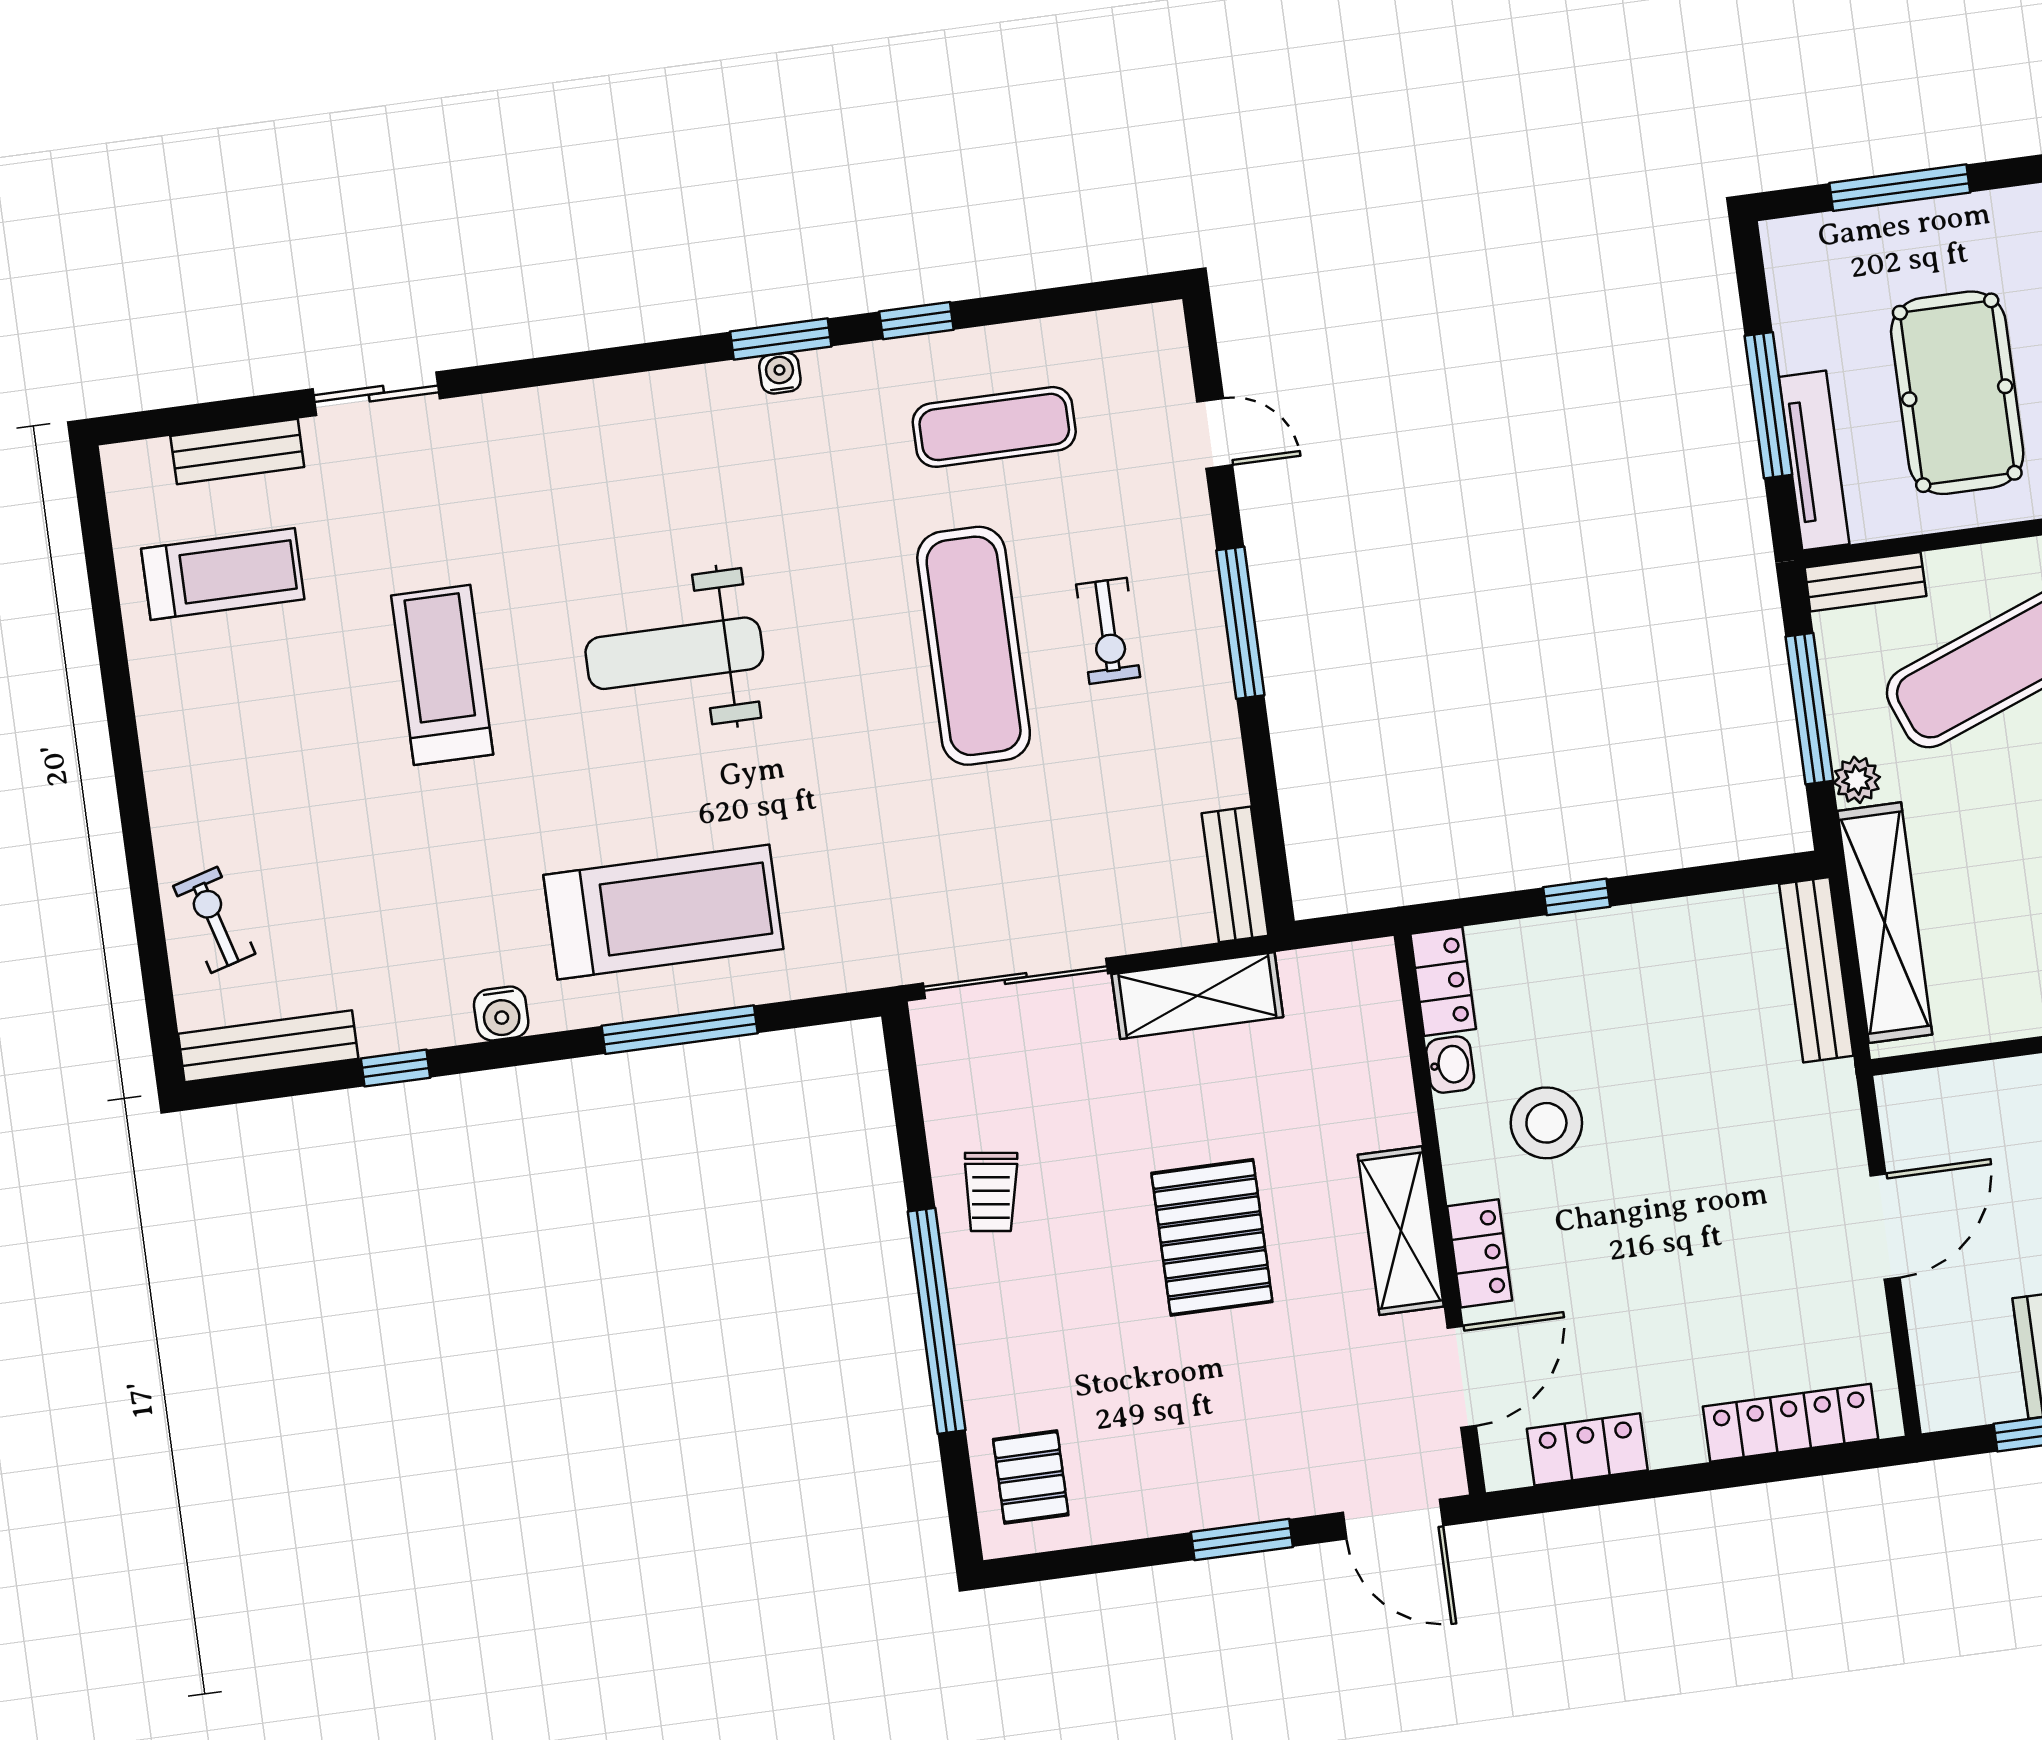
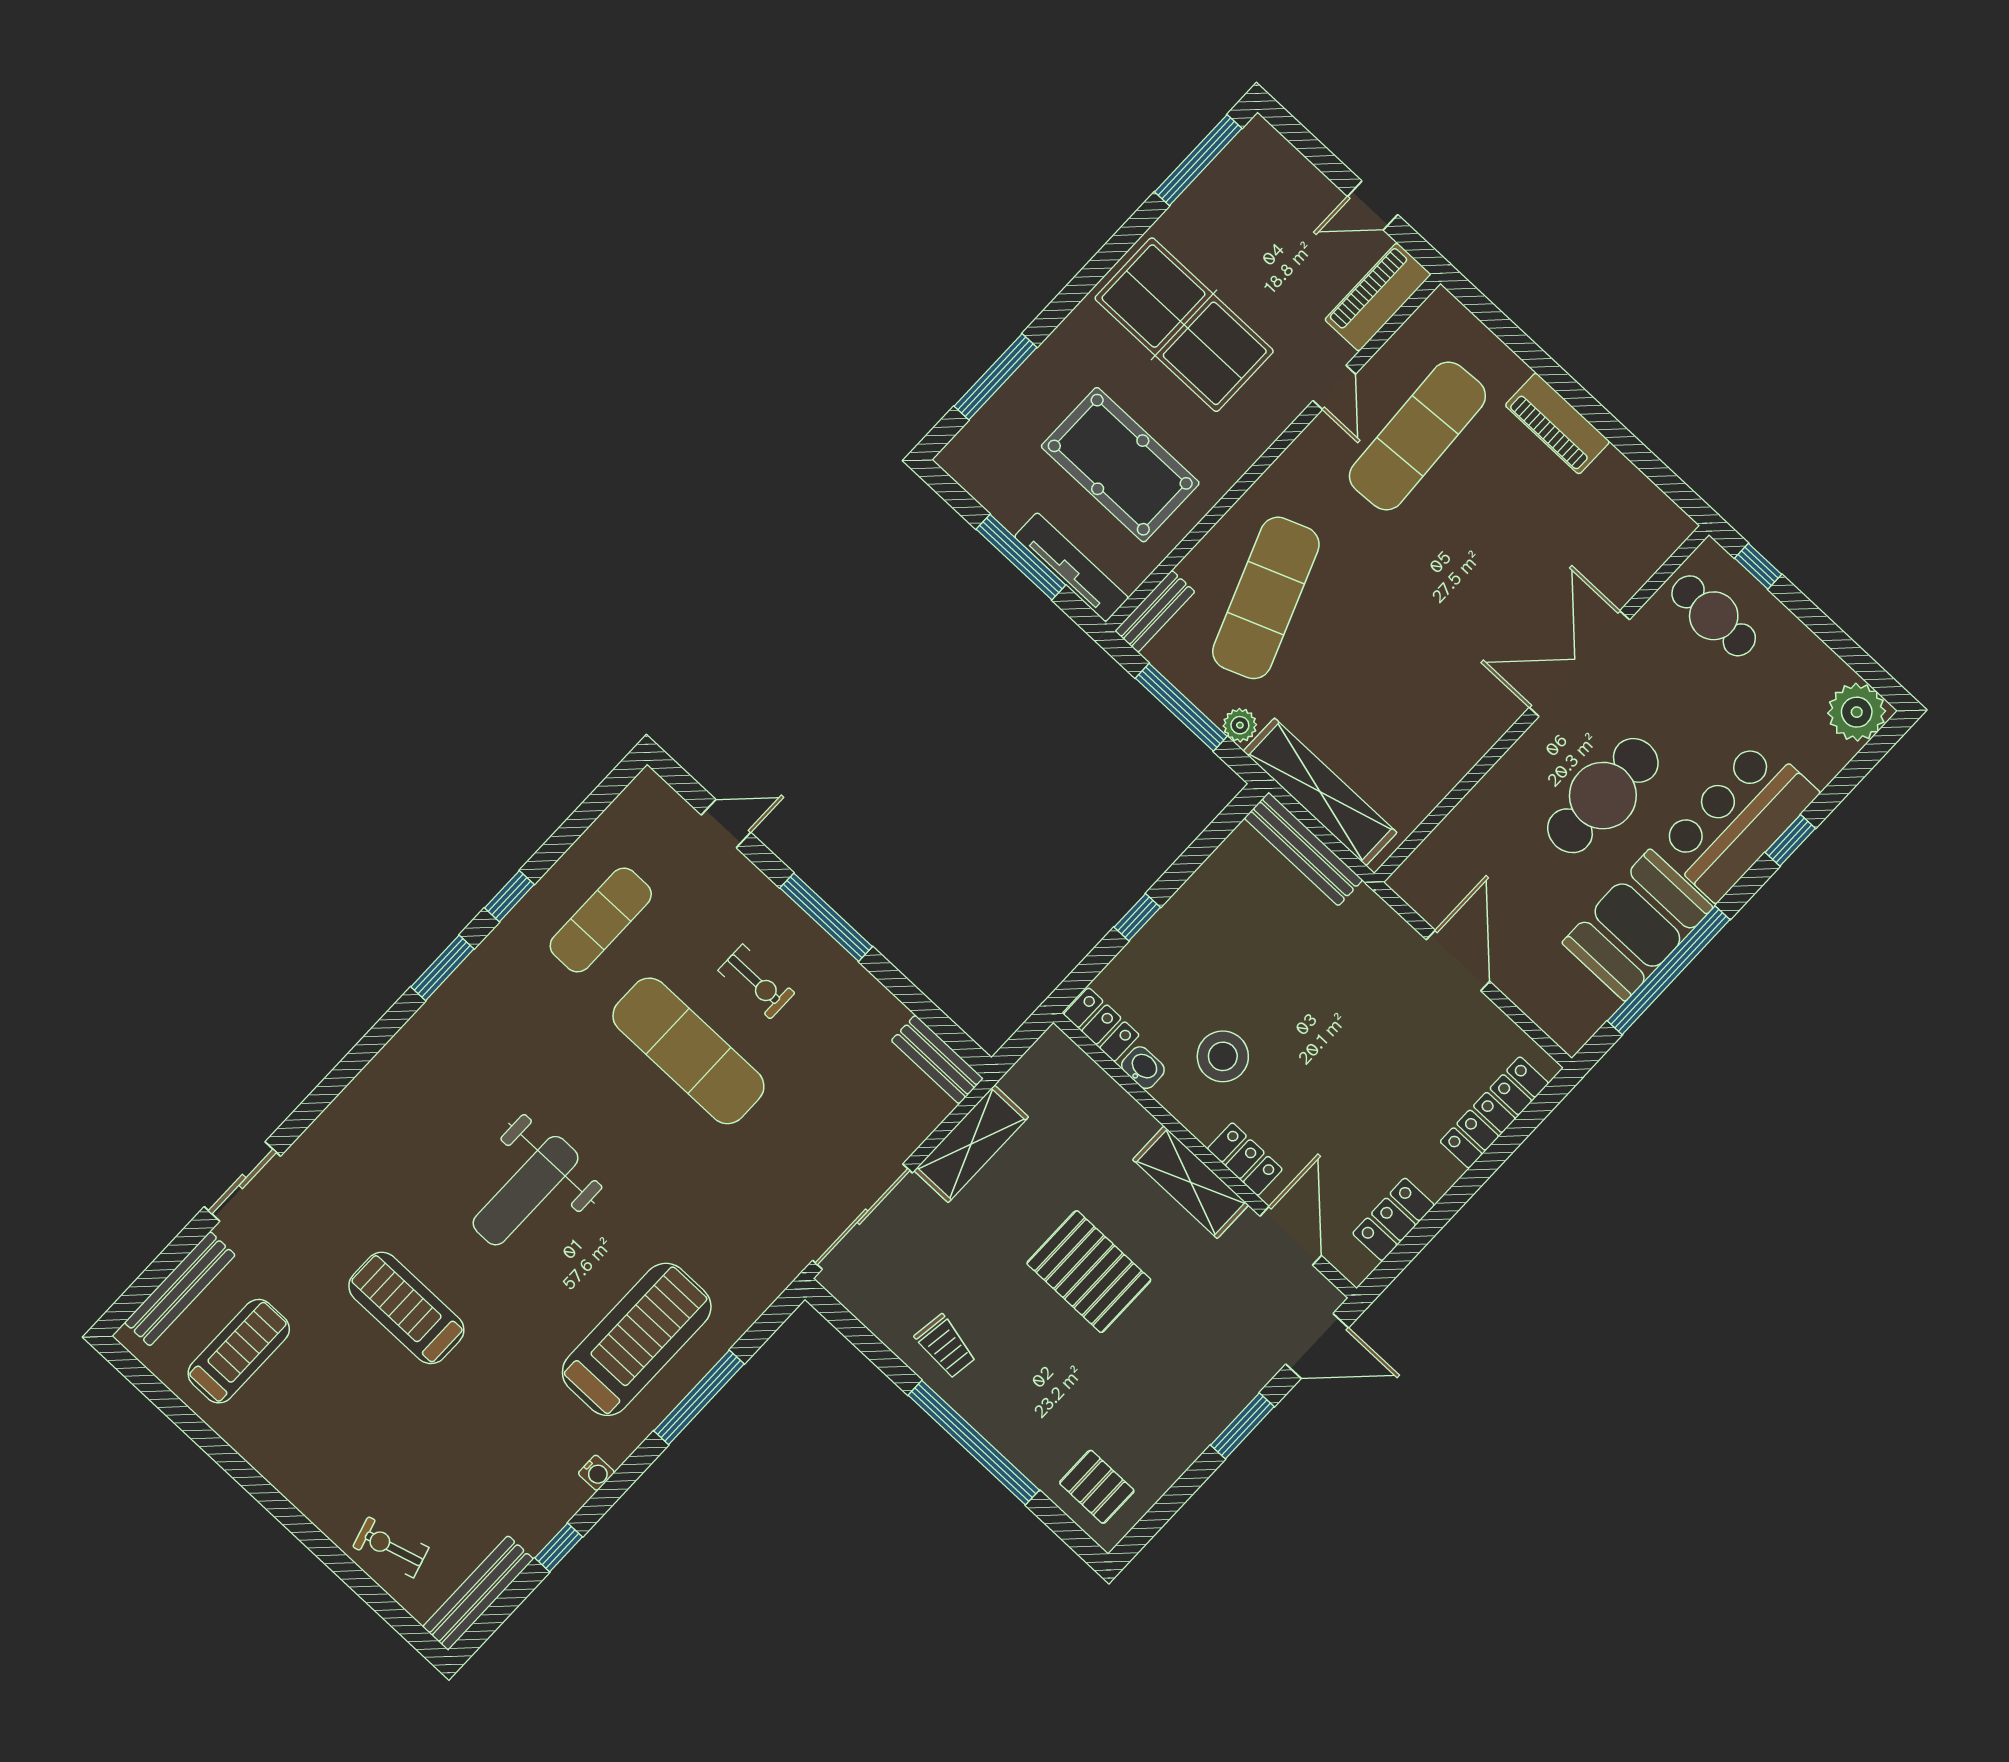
water cooler: (780, 373) -> (457, 987), removed
bench: (237, 451) -> (180, 1289), width x1.36
water cooler: (501, 1013) -> (596, 1473), width x0.72, depth x0.72

